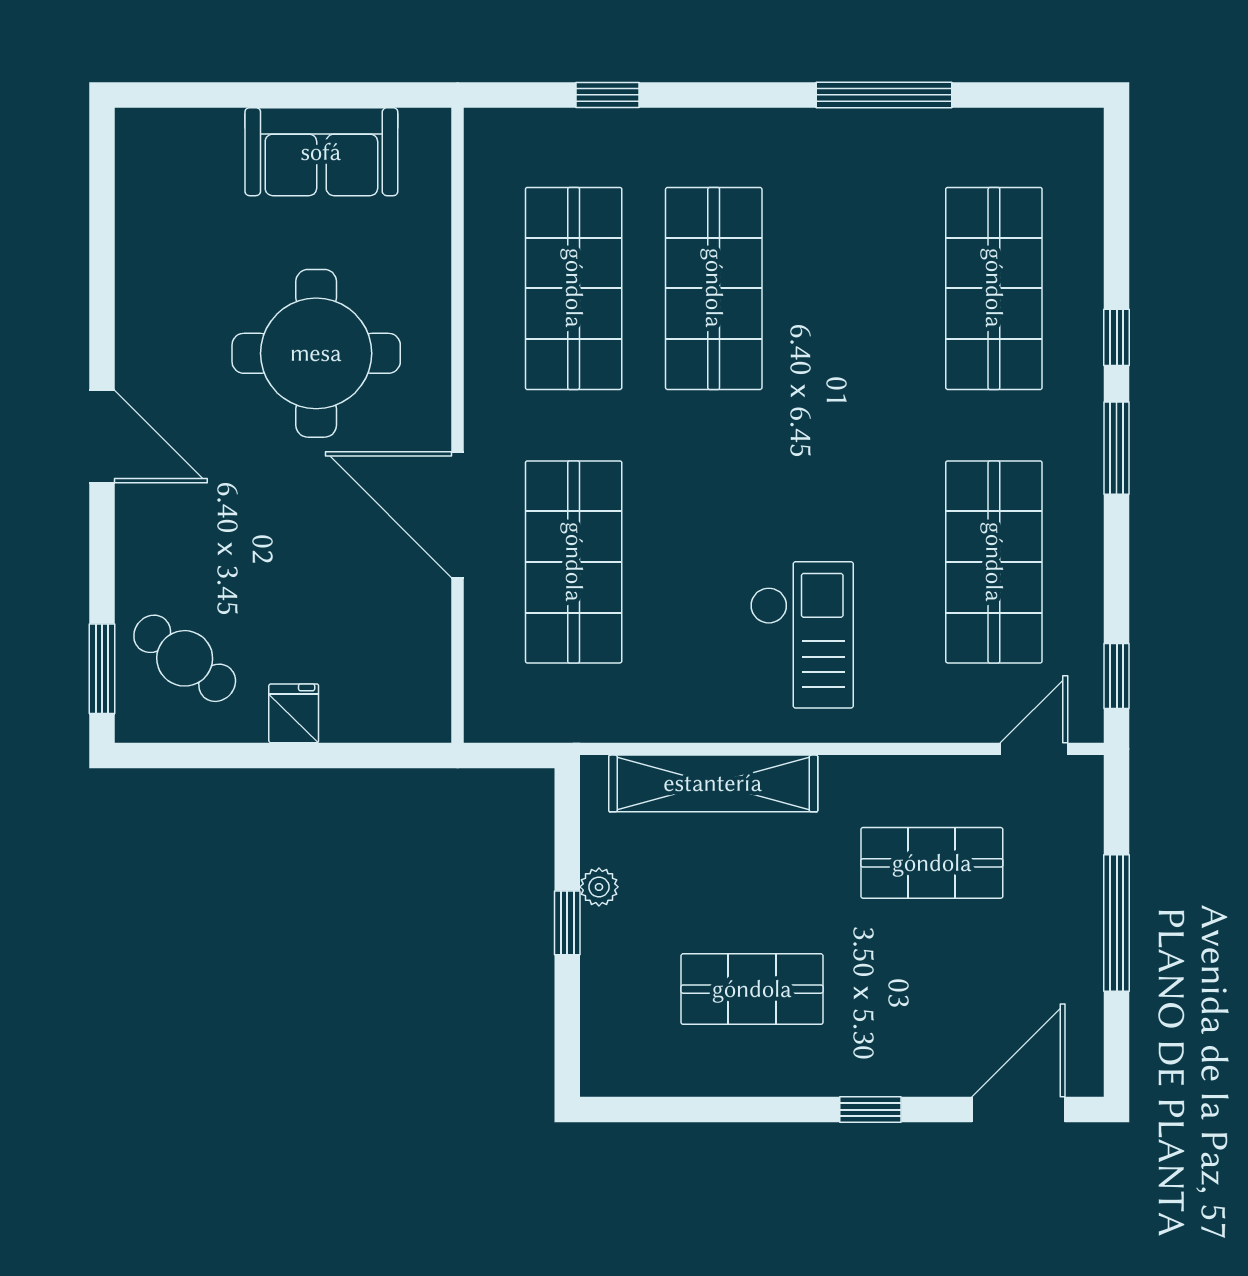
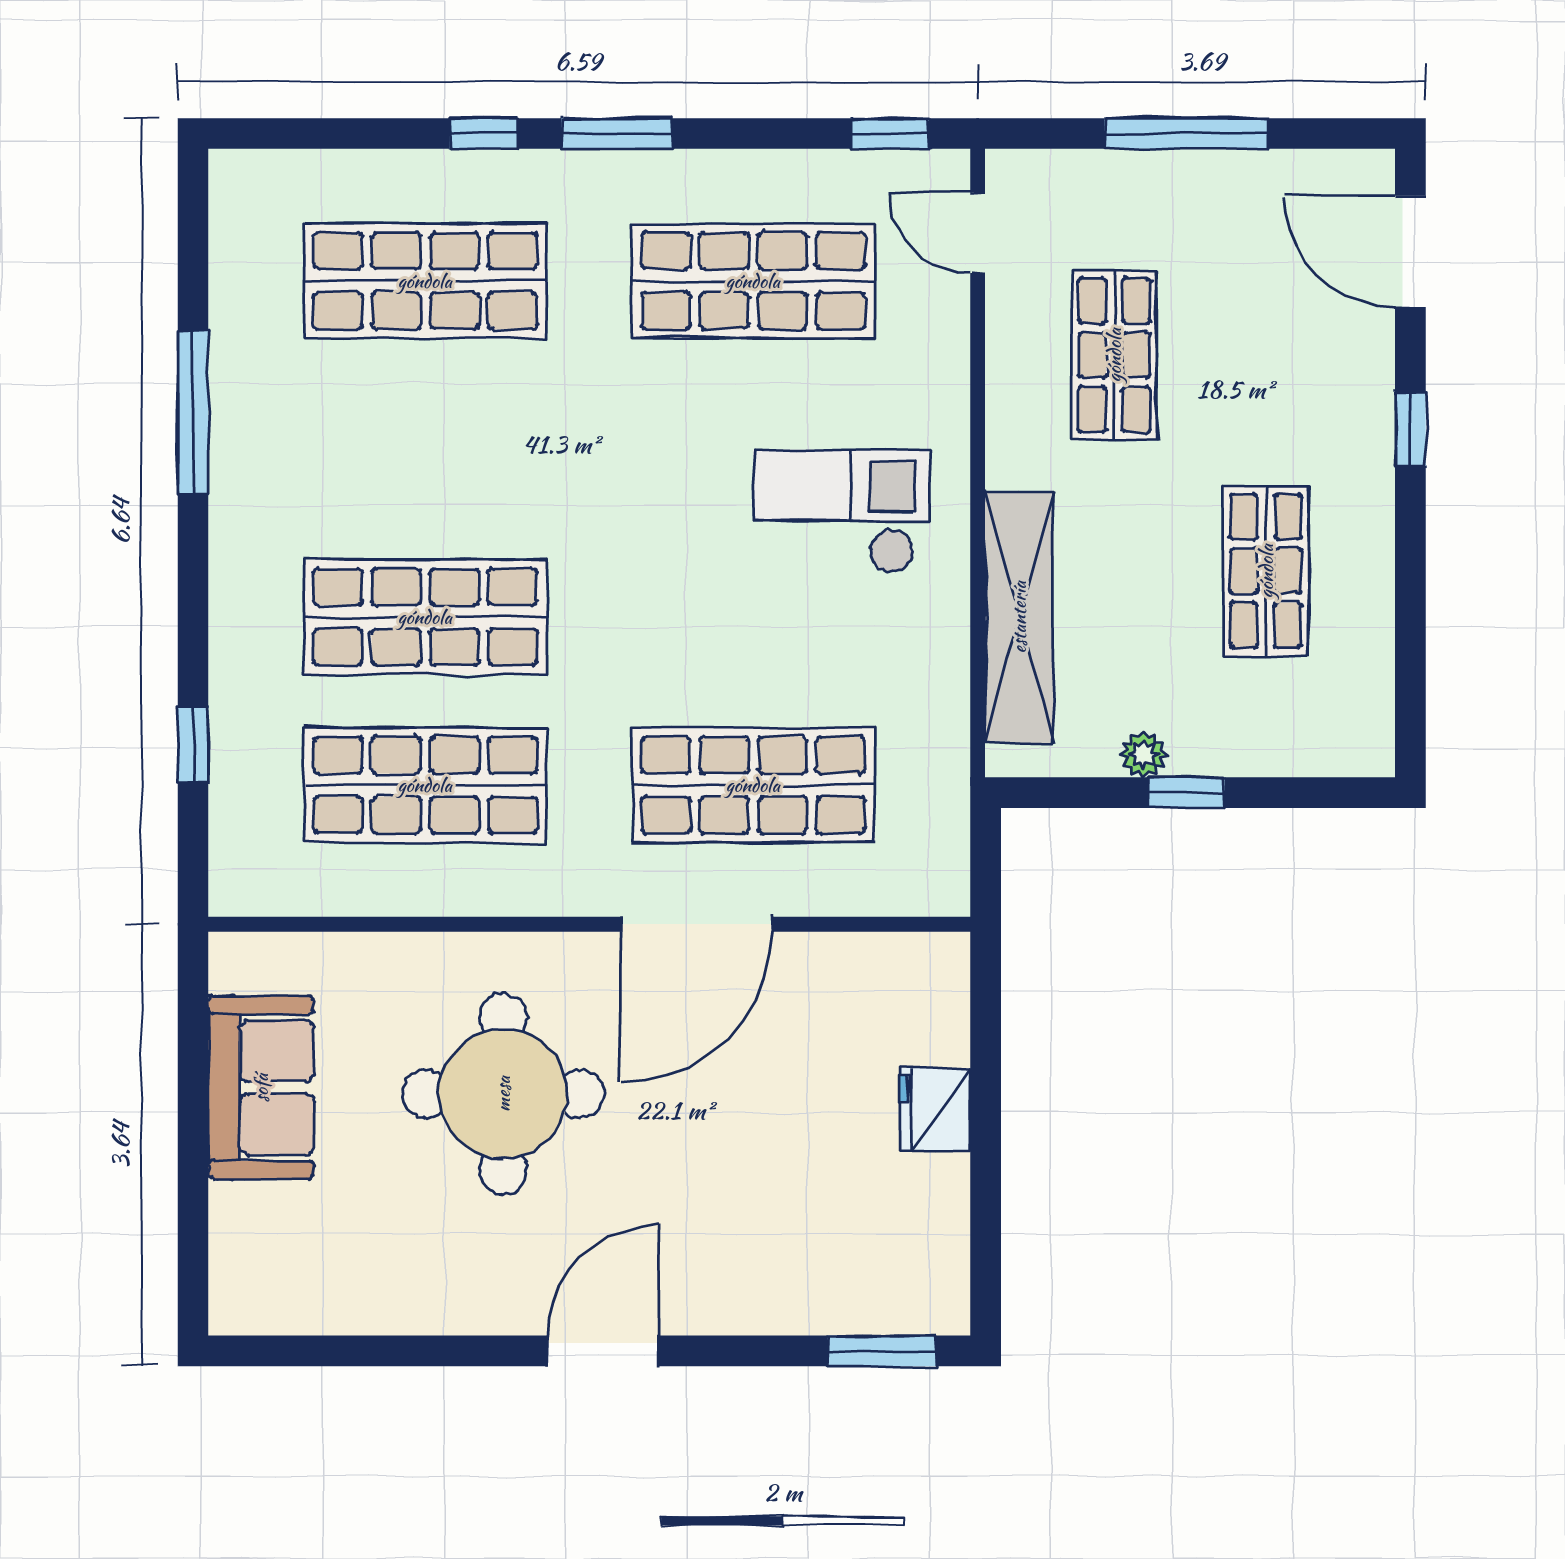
cafe table: (185, 658) -> (869, 1252), removed
fridge: (294, 713) -> (935, 1109), width x1.38

